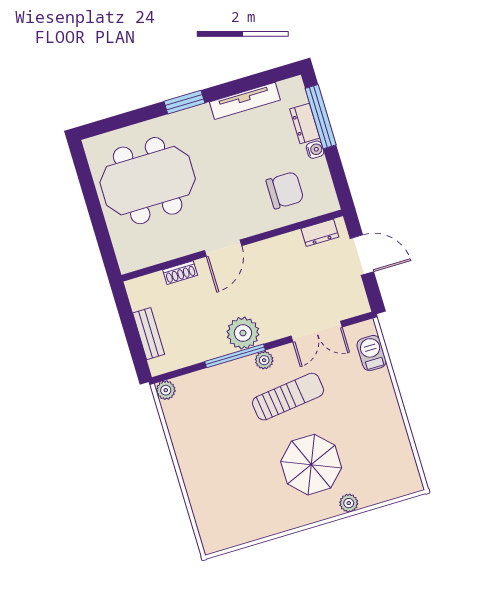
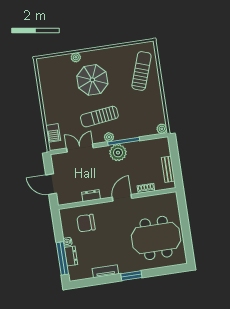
tv unit: (245, 101) -> (105, 271), width x0.71
dresser: (320, 233) -> (91, 196), moved
bench: (149, 334) -> (168, 169), moved
sun lounger: (220, 495) -> (141, 71), added

